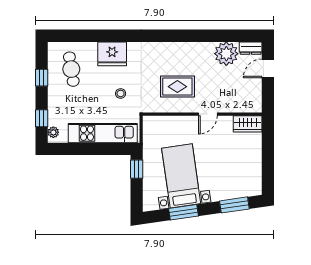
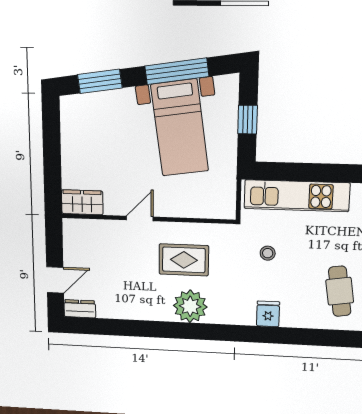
fridge: (112, 54) -> (268, 314), width x0.53, depth x0.75
plant: (226, 54) -> (190, 306), moved
window: (137, 169) -> (248, 120), moved
window: (183, 212) -> (177, 71), width x1.44

